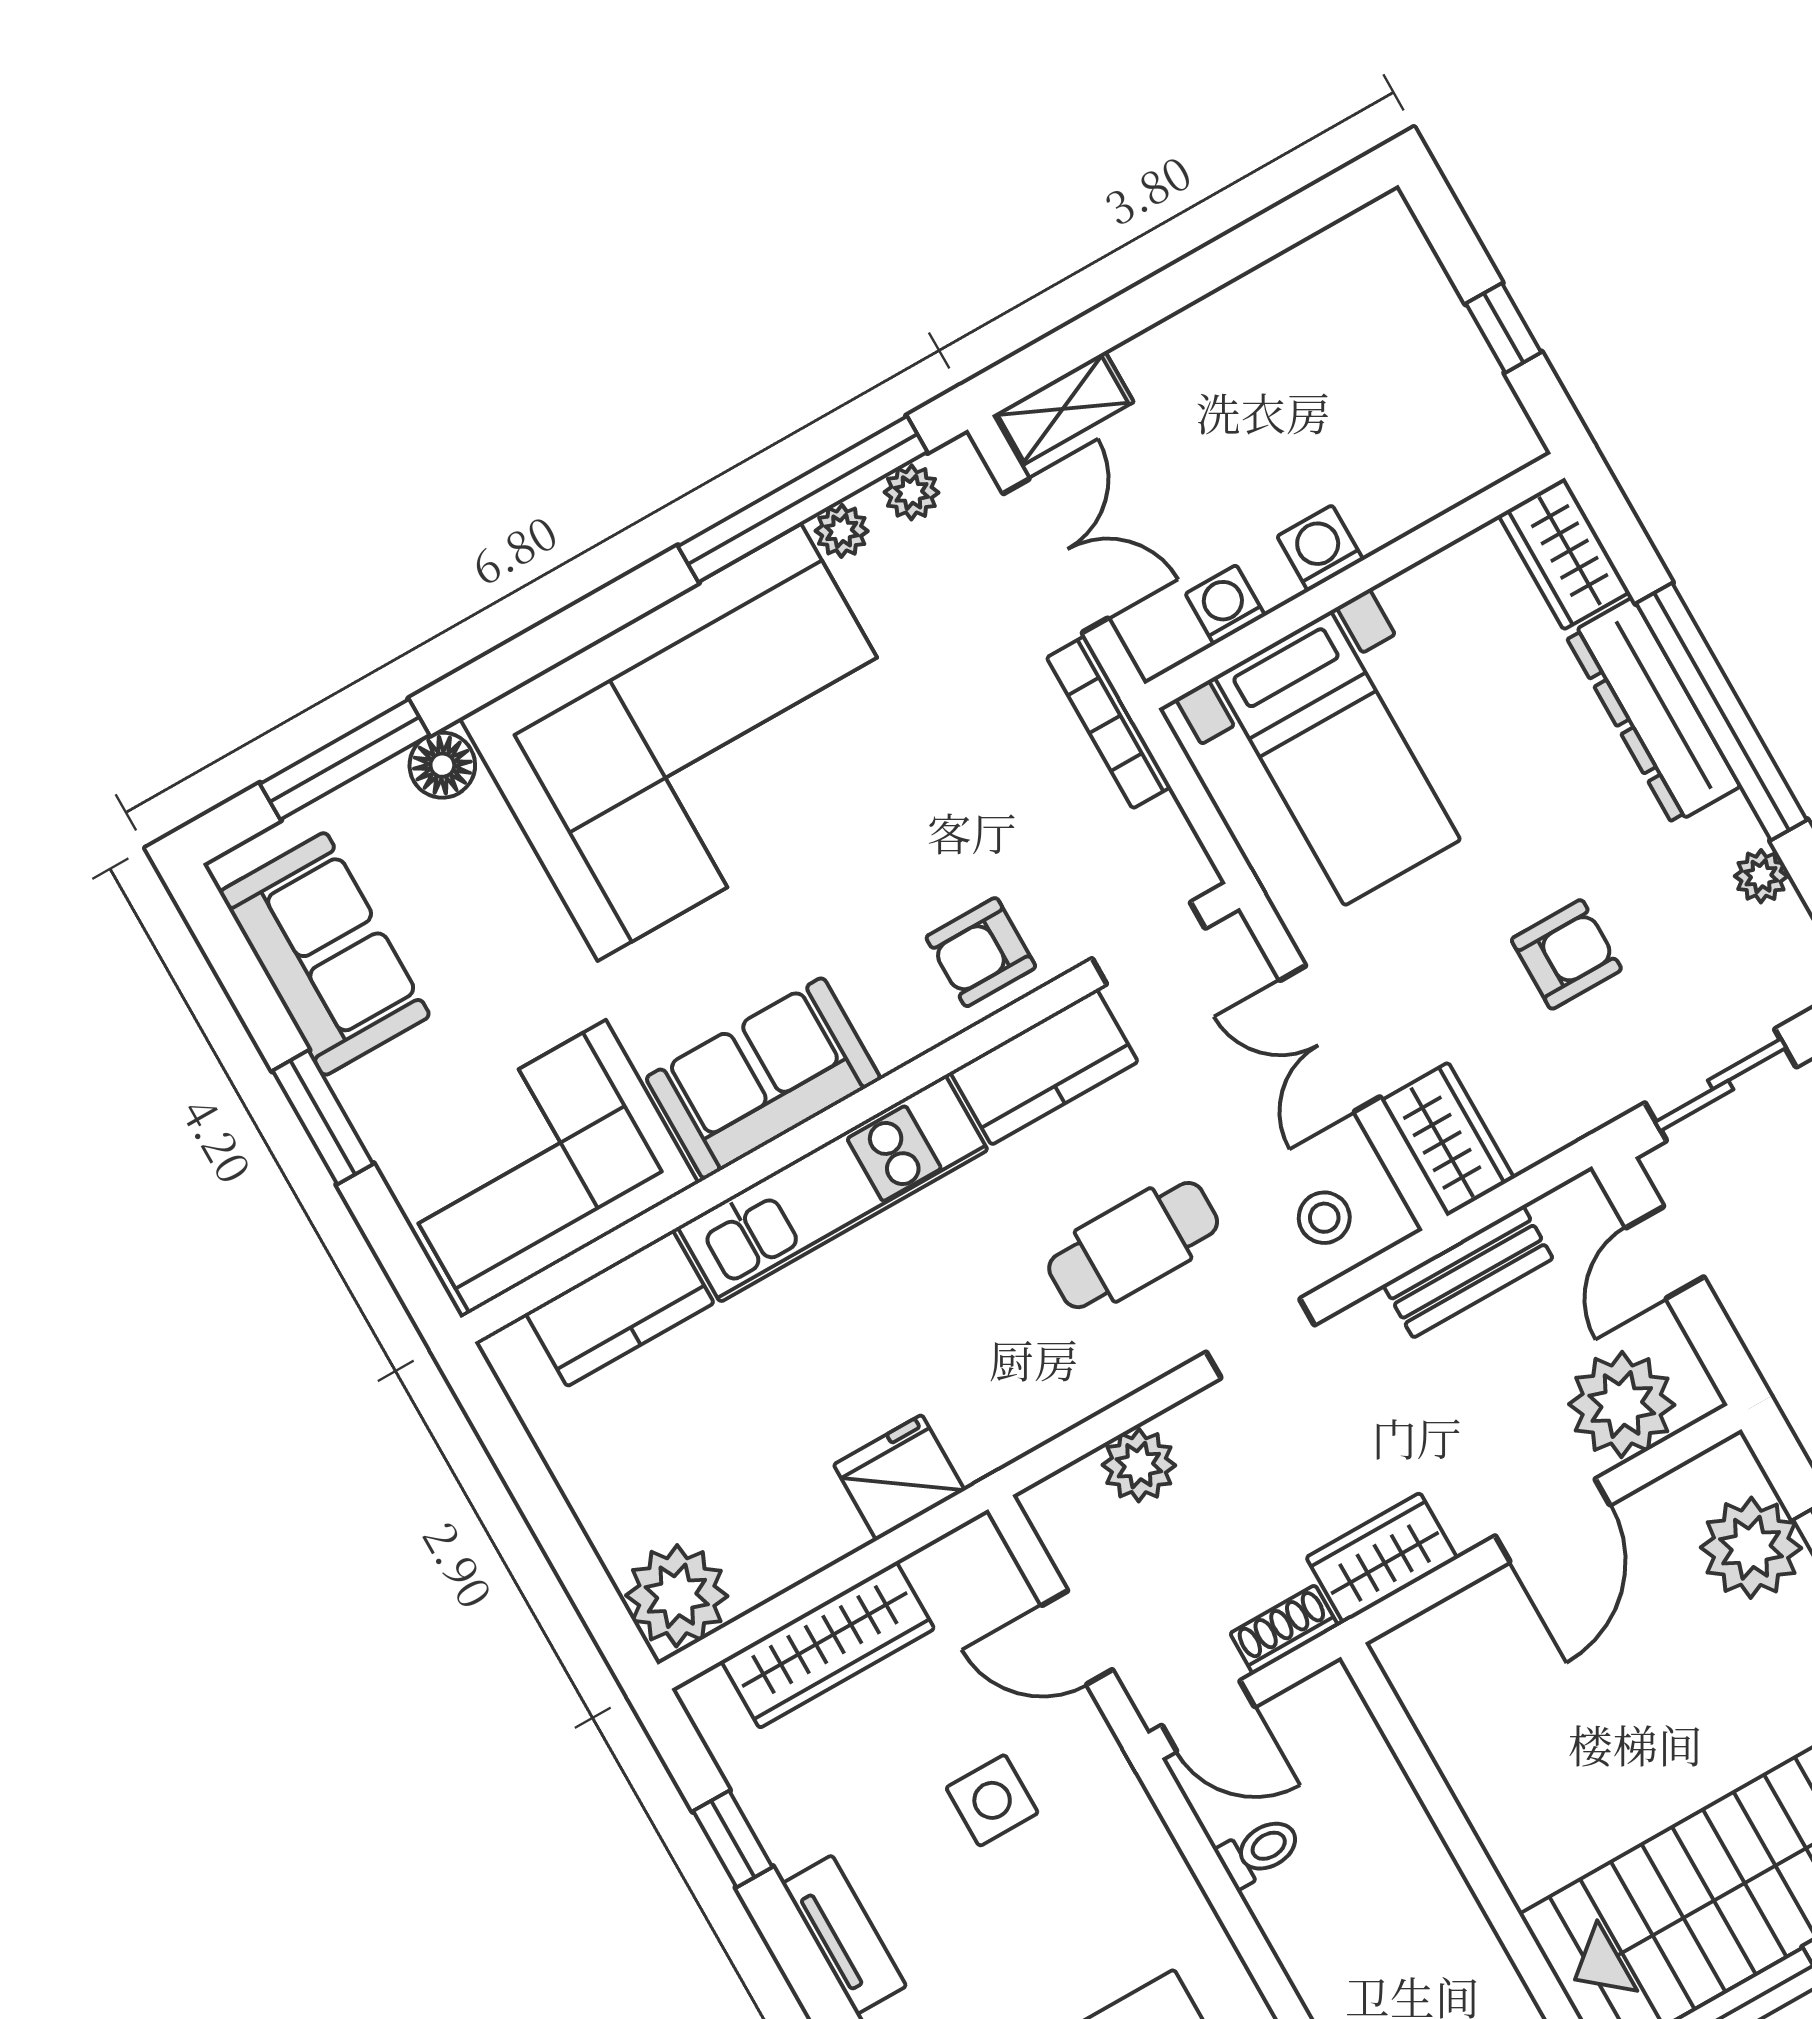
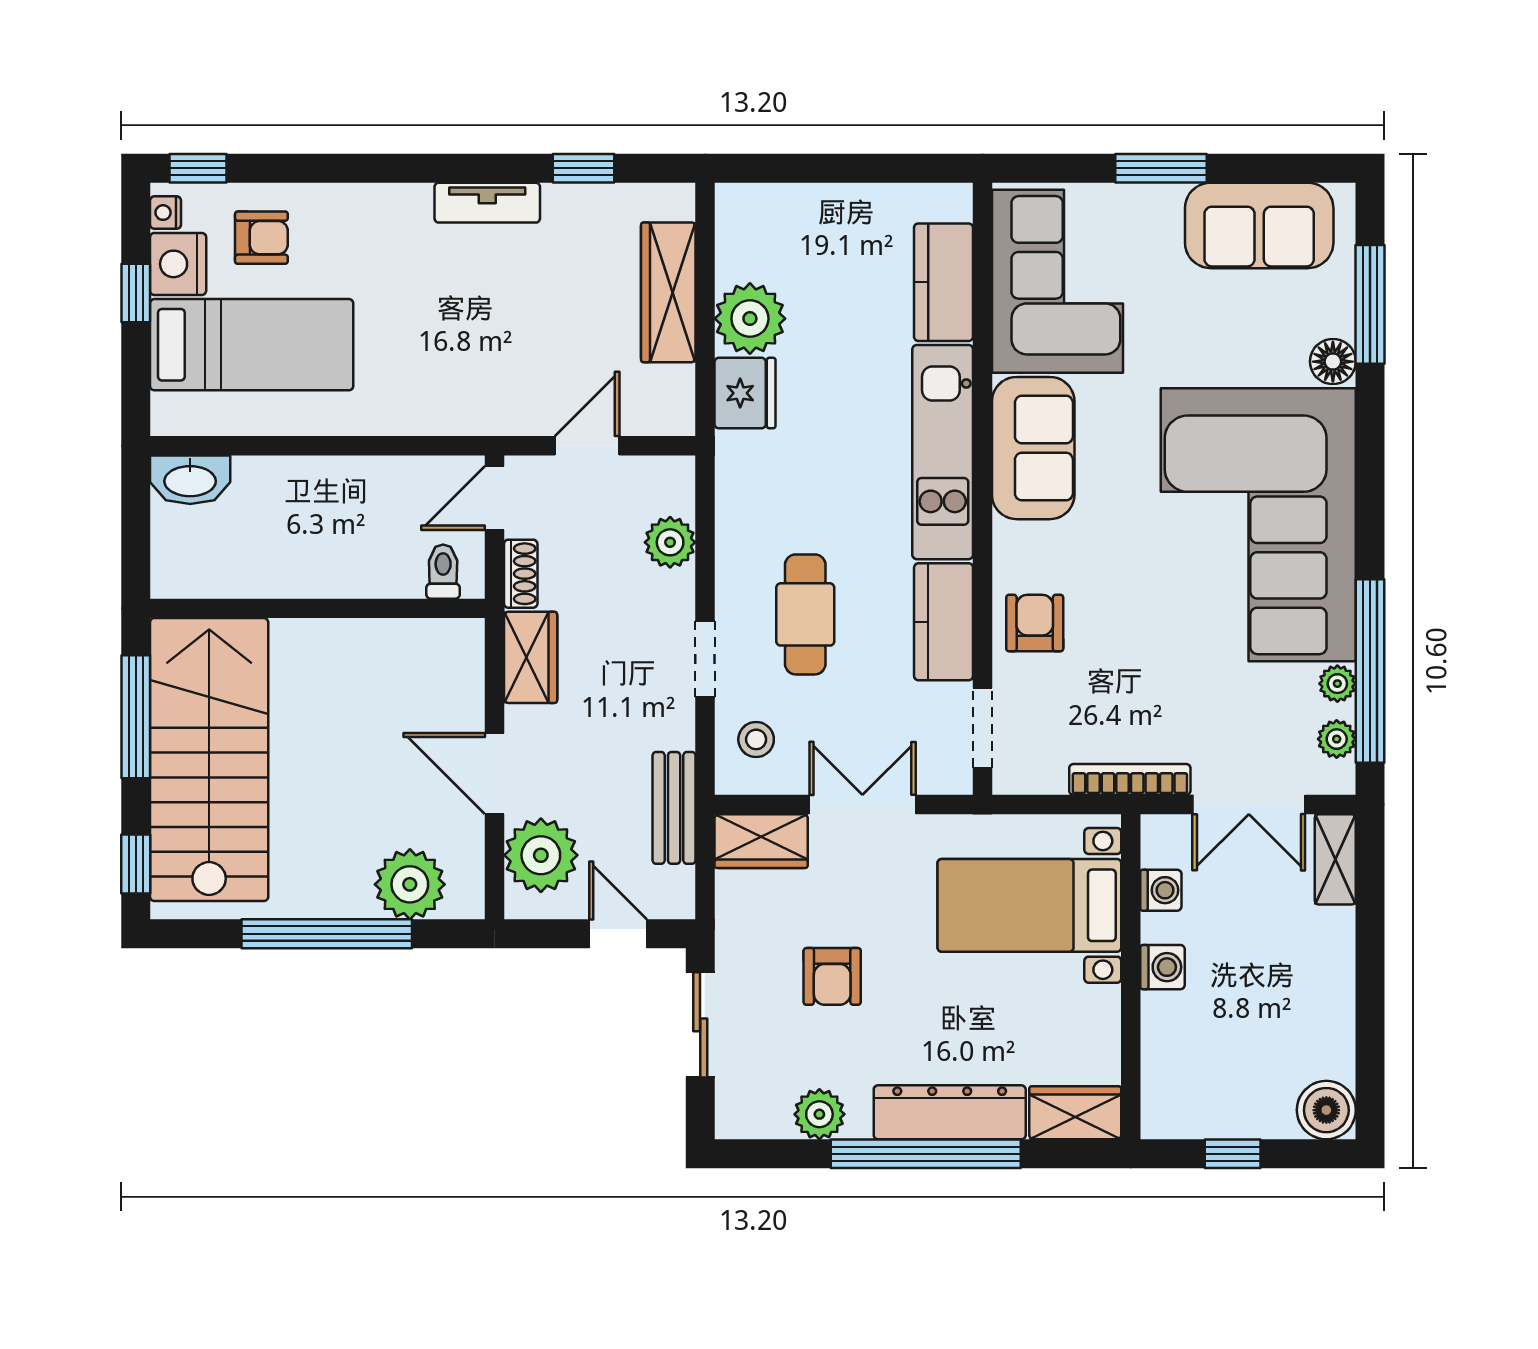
boiler: (1383, 242) -> (1326, 1110), added
plant: (1761, 876) -> (819, 1114), width x1.38, depth x1.38
plant: (677, 1596) -> (750, 319), moved
side table: (992, 1800) -> (518, 338), removed
toilet: (1259, 1851) -> (443, 572), moved, turned 180

